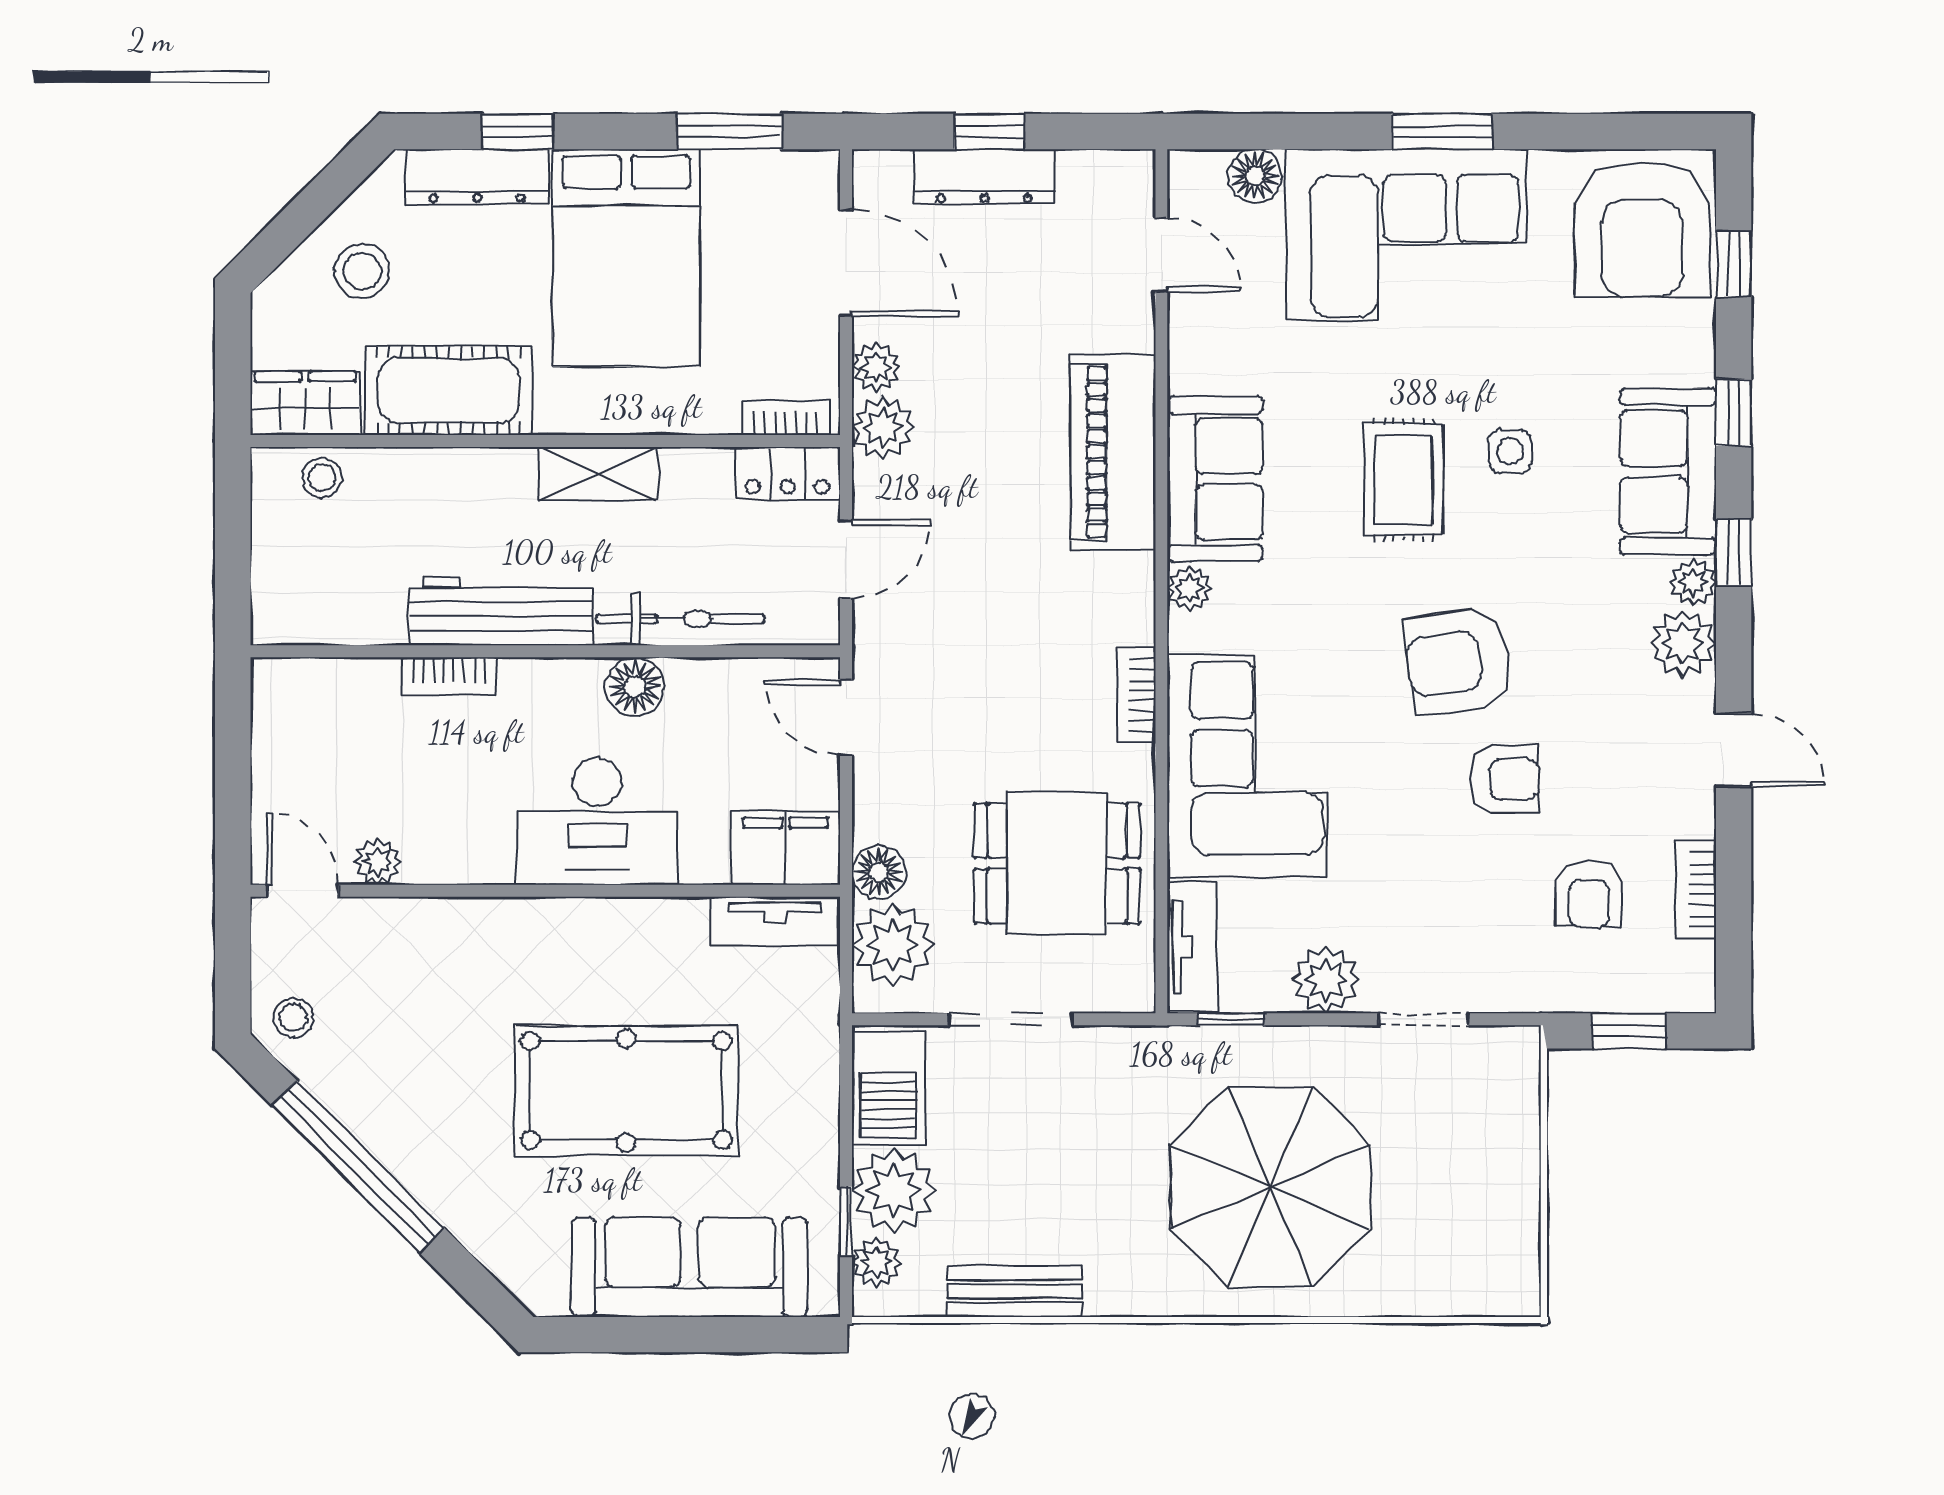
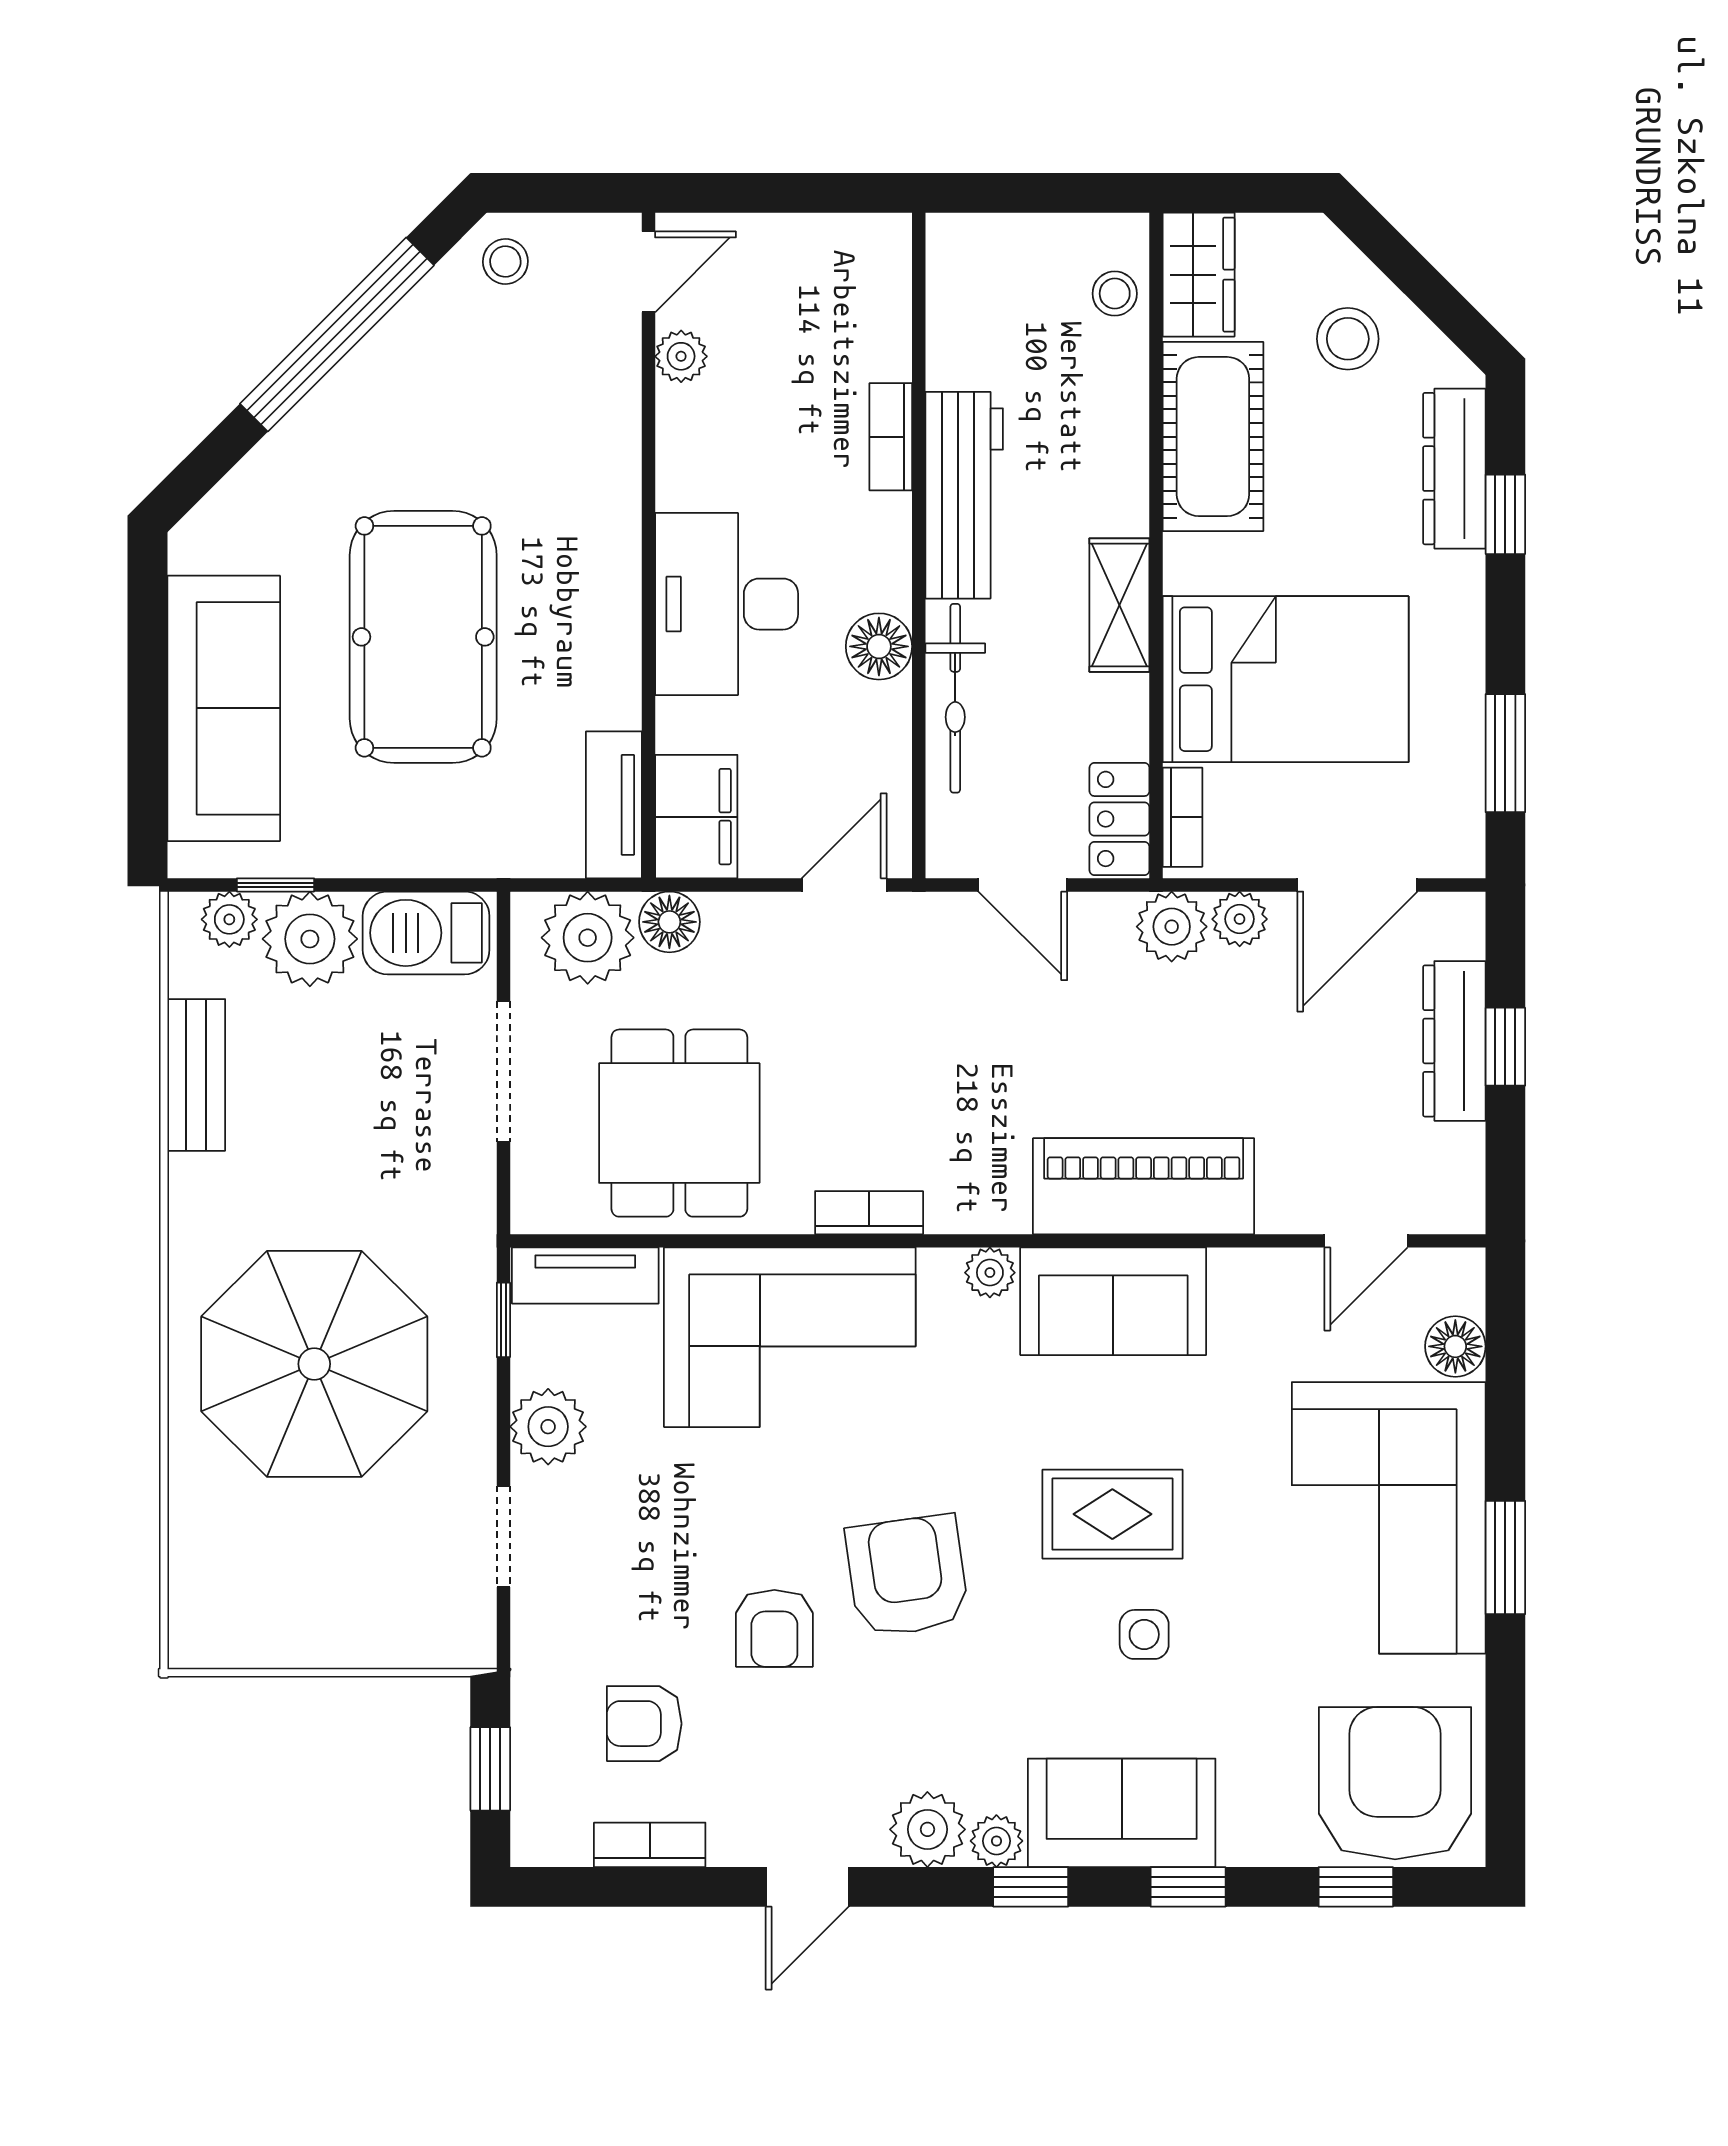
armchair: (1642, 229) -> (1395, 1783), turned 90
bed: (626, 258) -> (1286, 679), moved, turned 180

